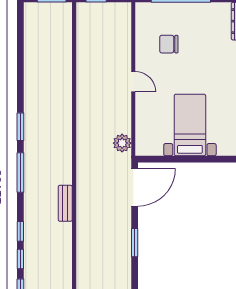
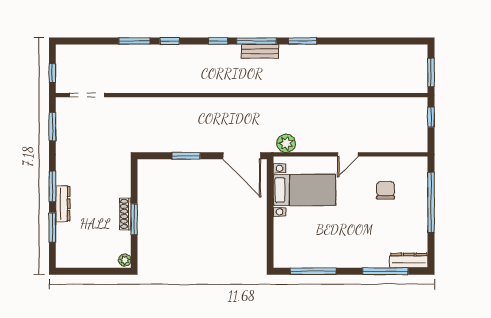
bed with nightstands: (190, 125) -> (304, 190), moved
bench: (65, 203) -> (260, 51), moved
window: (20, 231) -> (218, 41), moved

